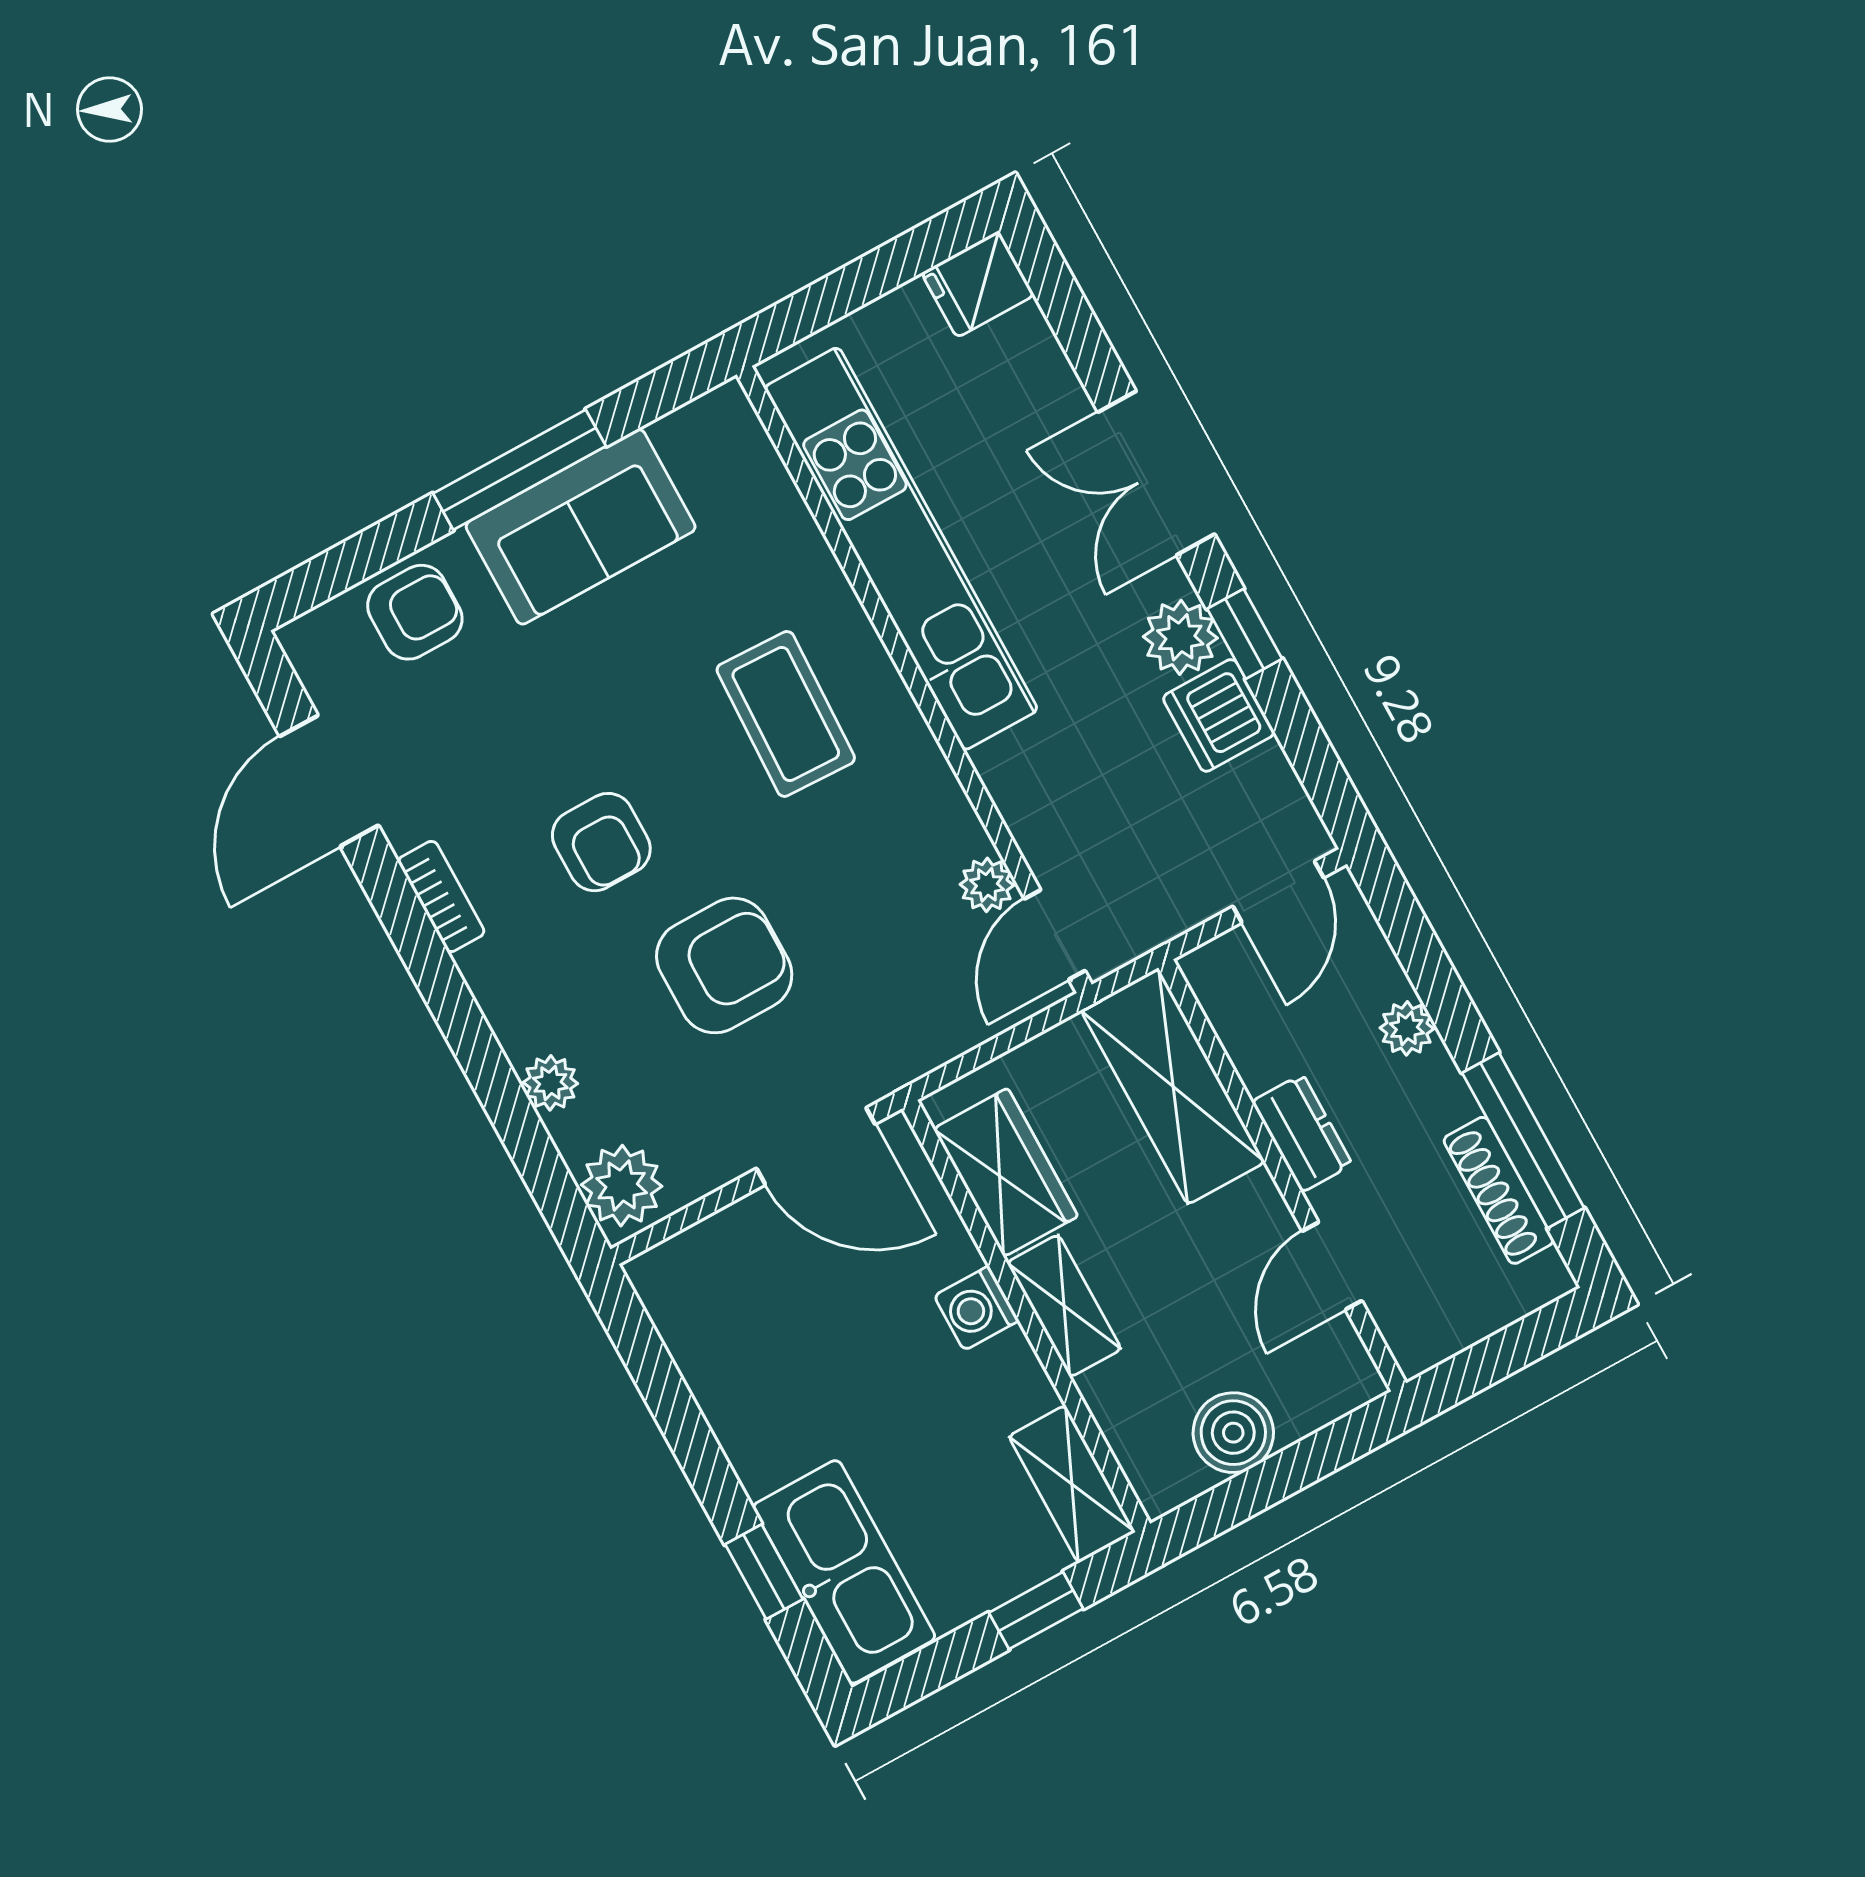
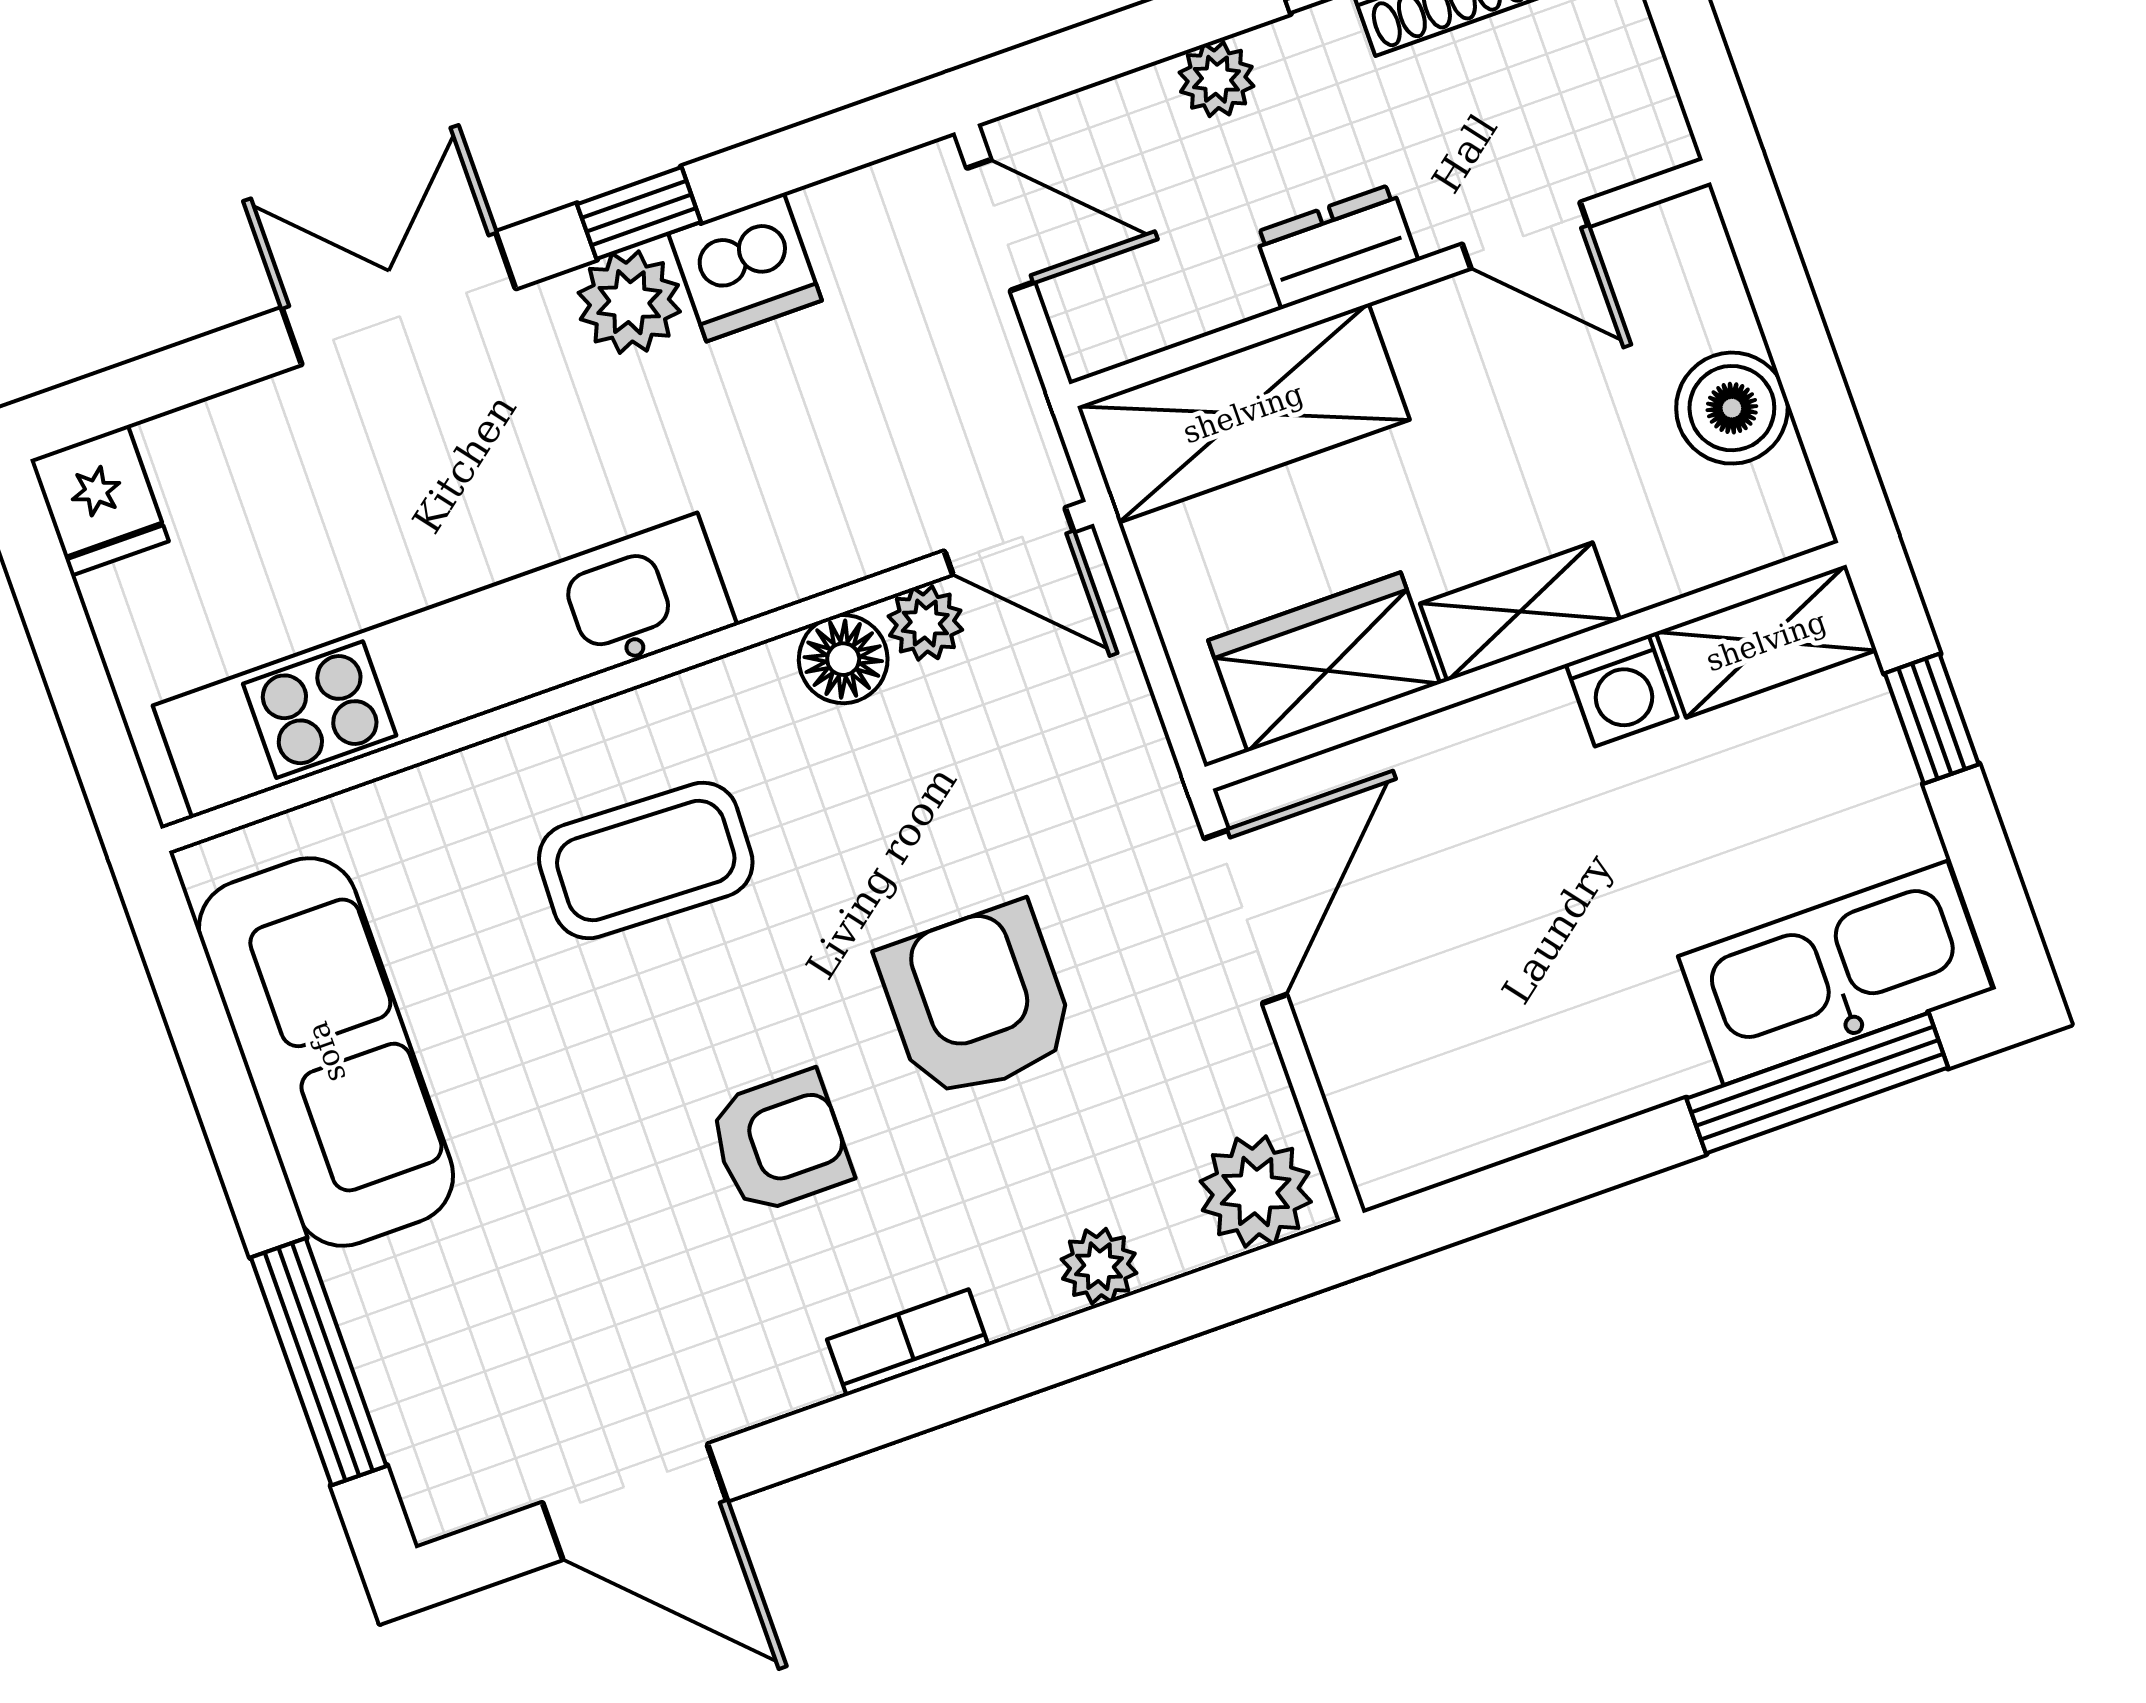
window: (519, 470) -> (319, 1362), moved
double door: (1156, 473) -> (399, 298), swing flipped
sofa: (581, 527) -> (326, 1052), width x1.36
armchair: (415, 612) -> (423, 1346), removed
floor lamp: (952, 831) -> (843, 659), added
bookcase: (441, 896) -> (908, 1343), moved
washing machine: (976, 1308) -> (1622, 691), moved
window: (764, 1572) -> (1817, 1083), width x2.17

